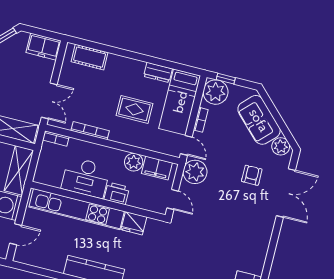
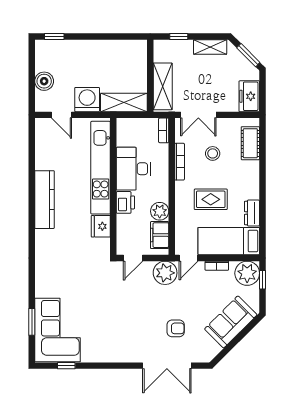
stool: (90, 96) -> (213, 153), added
rug: (134, 109) -> (211, 199), turned 90
plant: (281, 146) -> (210, 349), removed

